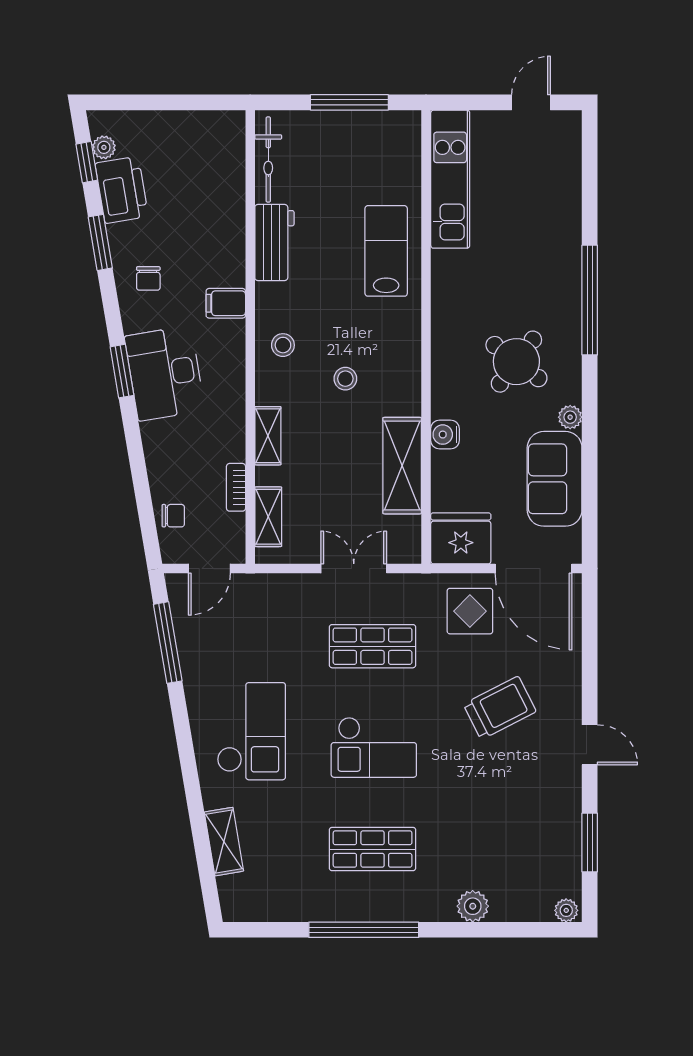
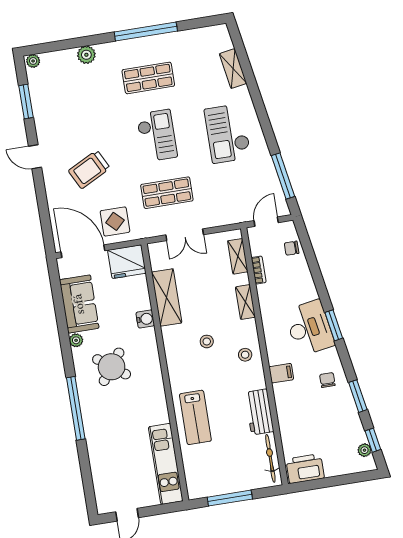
printer: (122, 190) -> (305, 469), moved, turned 100
checkout: (374, 747) -> (157, 136), turned 90

